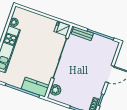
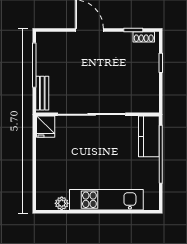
plant: (55, 90) -> (142, 104), removed

